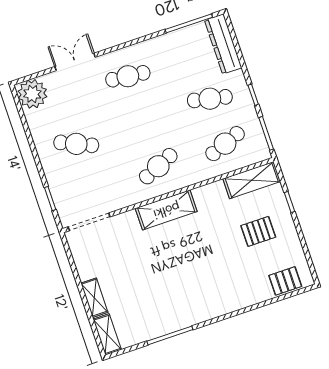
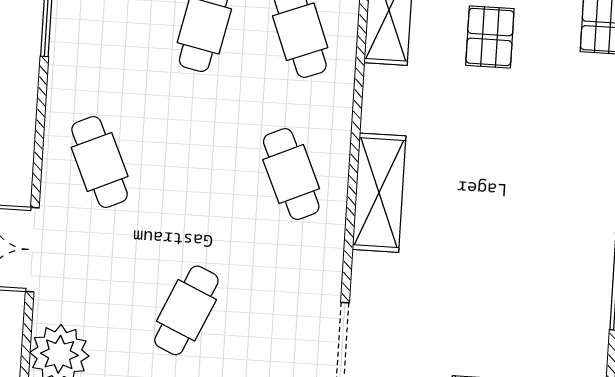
cafe table: (128, 76) -> (100, 162), turned -30

